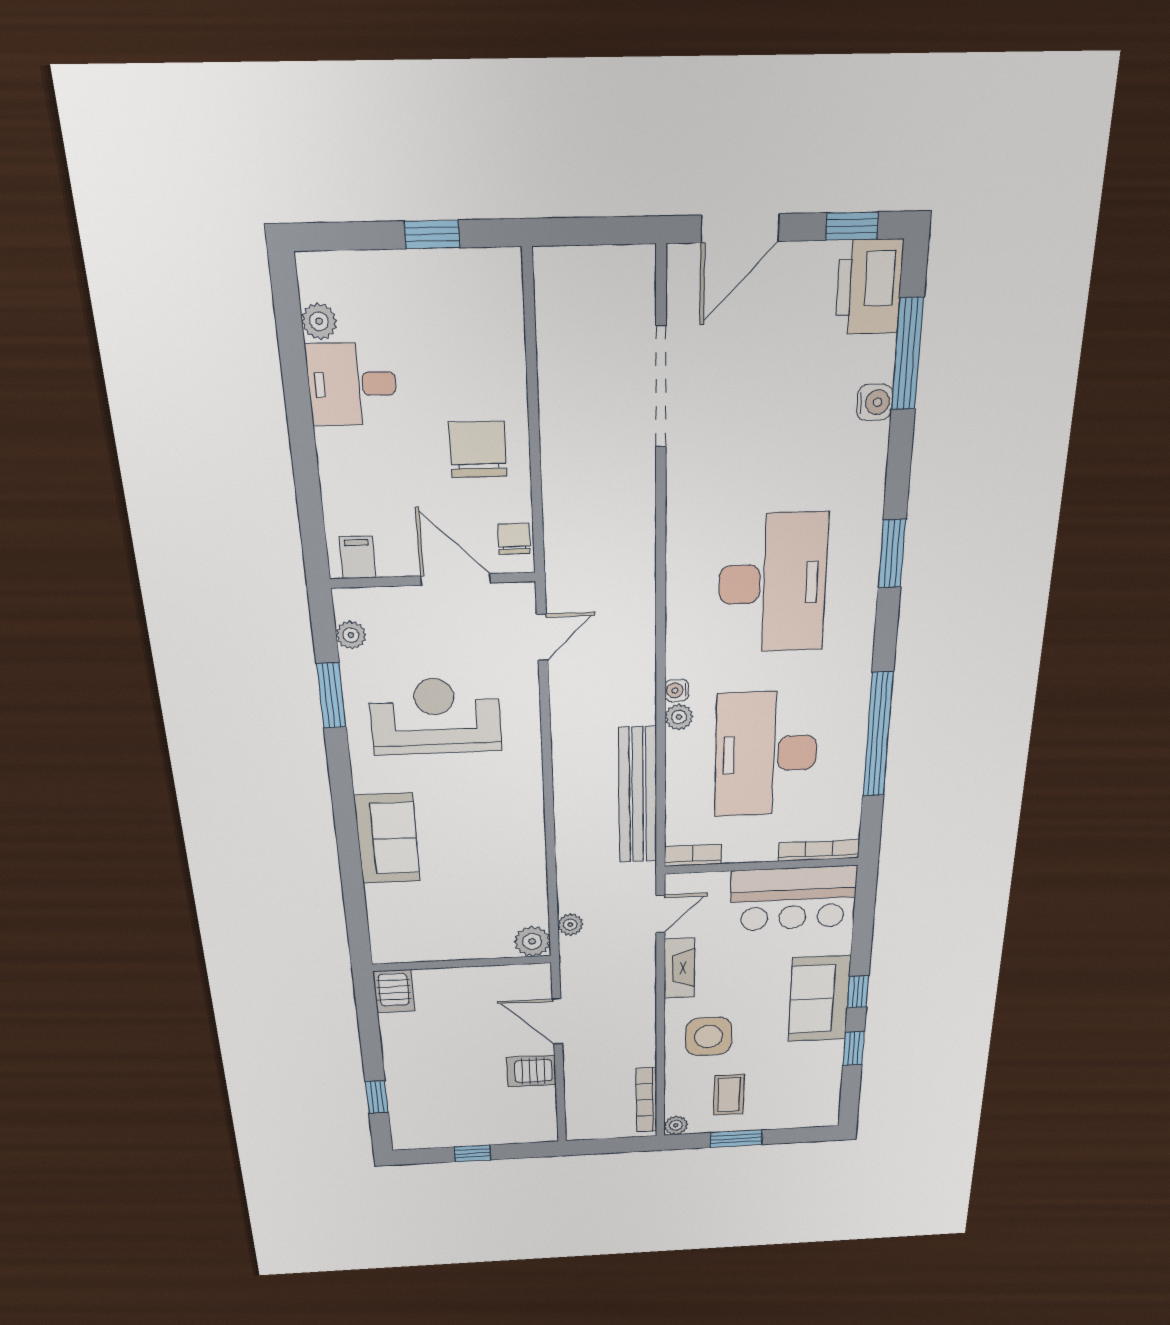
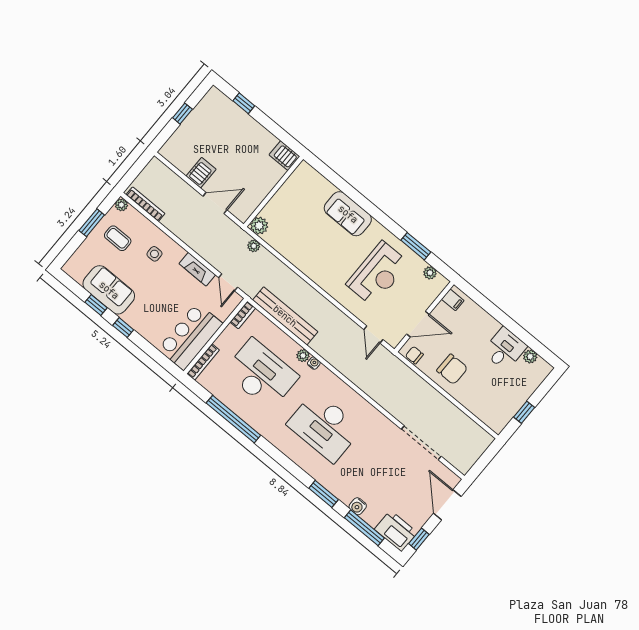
chair: (514, 539) -> (414, 355), turned 180
window: (892, 554) -> (324, 494), moved
sofa: (819, 999) -> (109, 290), moved
side table: (709, 1036) -> (154, 254), width x0.54, depth x0.54

